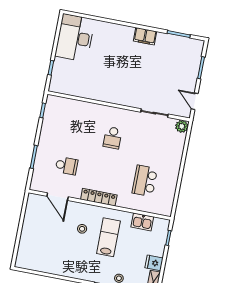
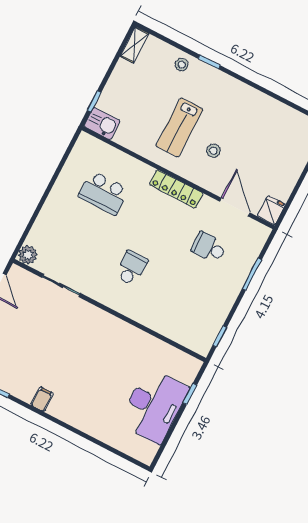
filing cabinet: (145, 36) -> (42, 399), width x0.50
desk: (75, 38) -> (154, 406), moved
school desk: (145, 181) -> (104, 193), turned 90
kitchen sink: (142, 222) -> (102, 124), moved
fridge: (154, 263) -> (271, 210), moved, turned -90

